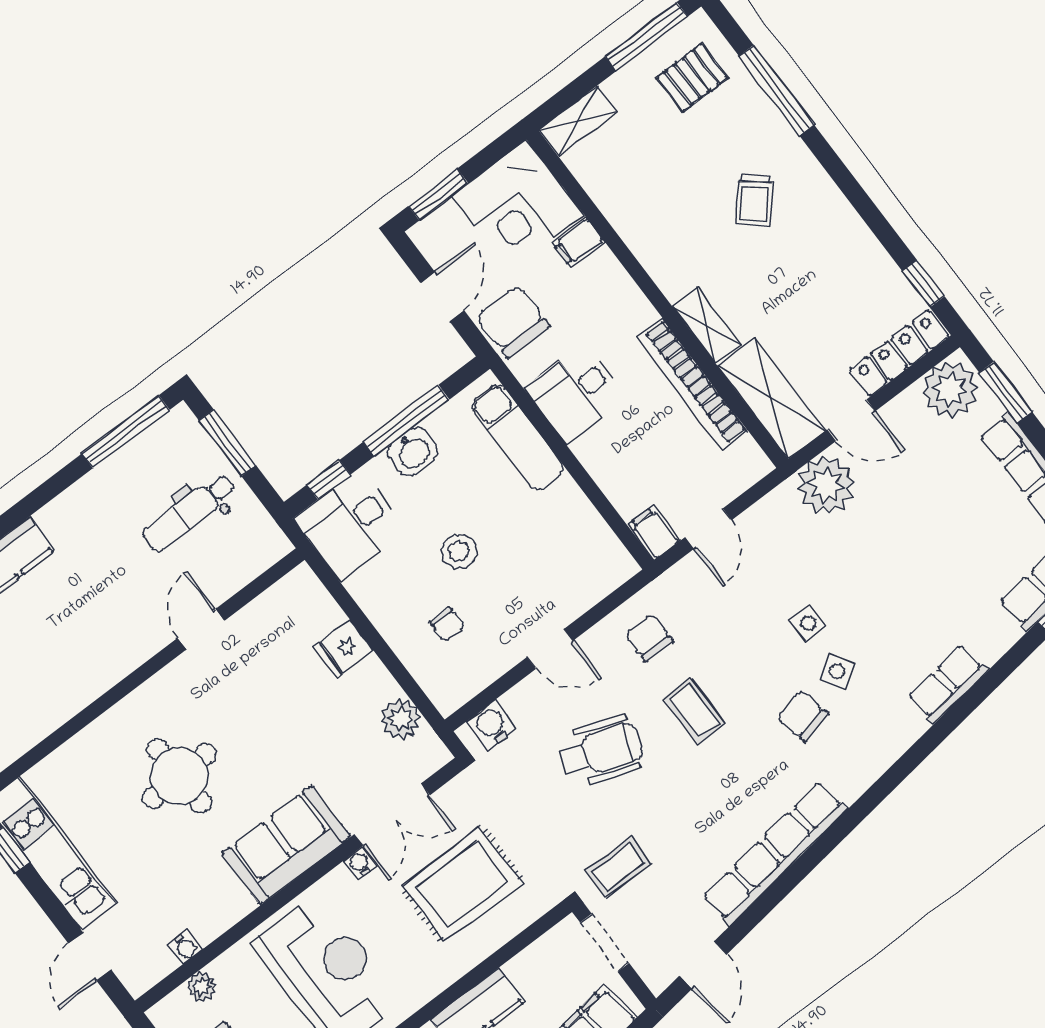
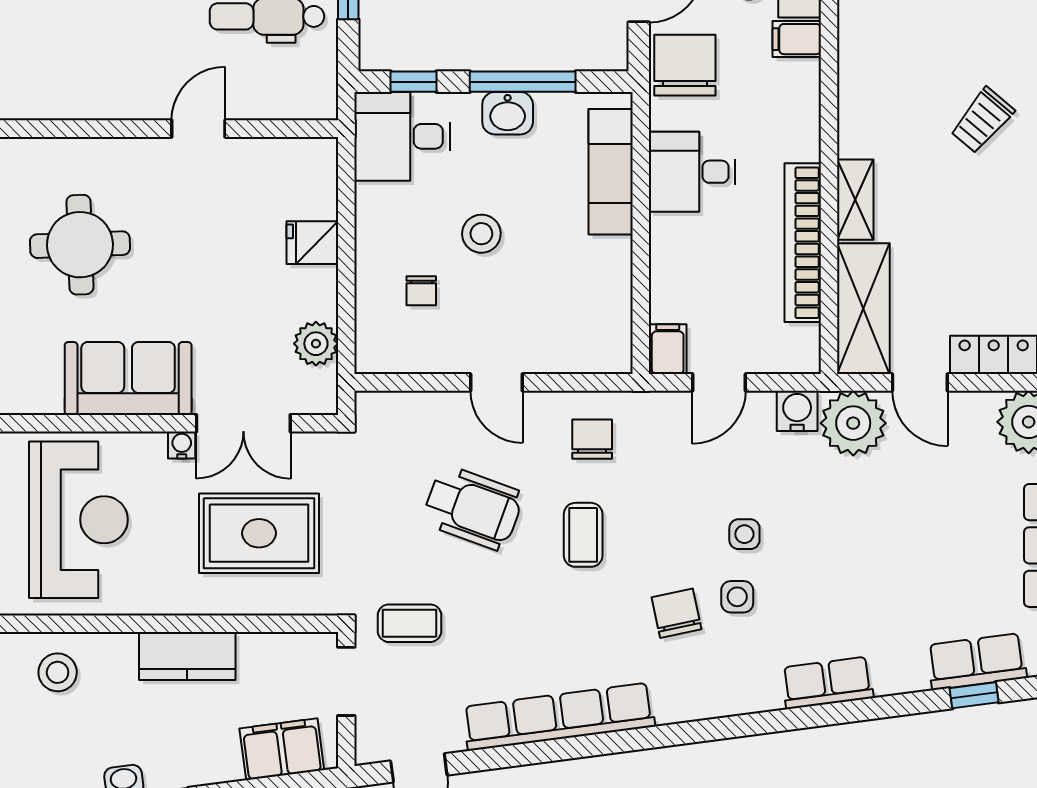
side table: (837, 671) -> (737, 597), turned 32
water cooler: (492, 725) -> (797, 411), moved

